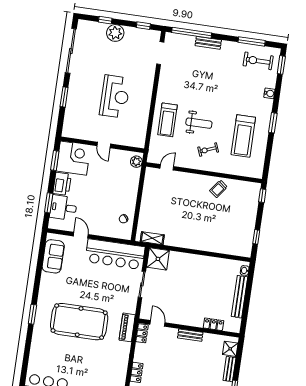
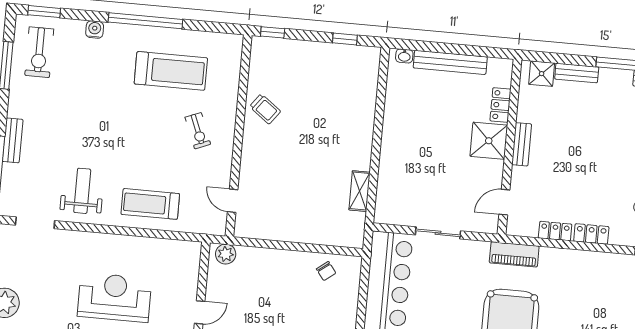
treadmill: (167, 120) -> (150, 204), turned 180
weight bench: (199, 123) -> (82, 191), moved
window: (273, 123) -> (145, 21), width x2.11
shelving: (152, 238) -> (360, 191), moved
shower: (158, 259) -> (489, 141), moved
locker: (142, 333) -> (555, 231), moved

